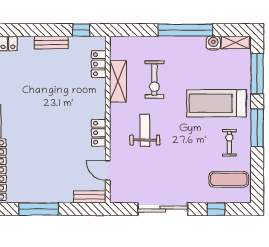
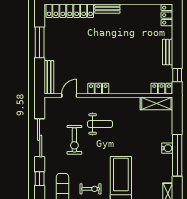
water cooler: (213, 43) -> (167, 148), moved
locker: (99, 64) -> (162, 89), moved
exercise bike: (154, 80) -> (74, 140), moved, turned -90
shelving: (118, 81) -> (156, 103), moved
bench: (90, 197) -> (49, 77), width x1.36

